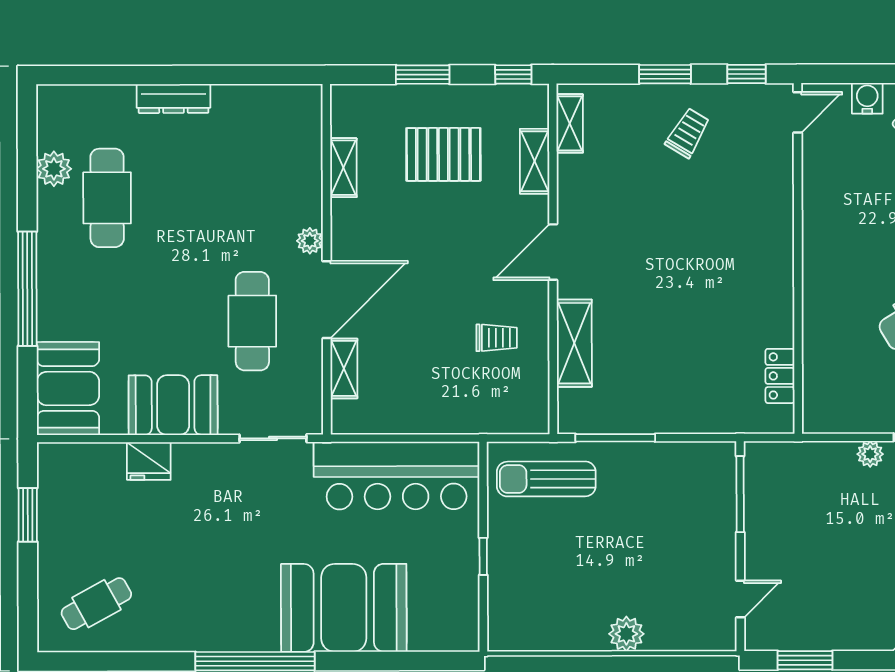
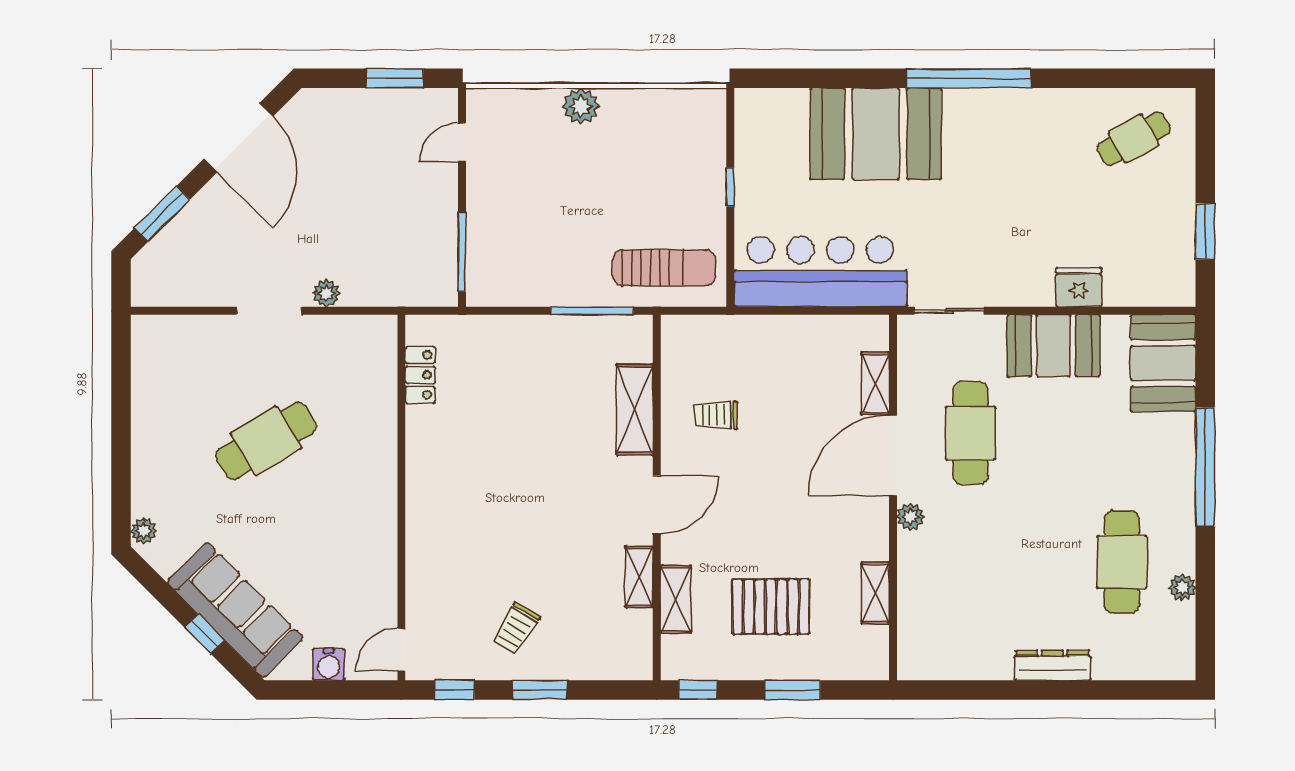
shelving: (570, 123) -> (639, 577), moved
plant: (54, 169) -> (1182, 587), width x0.73, depth x0.73

